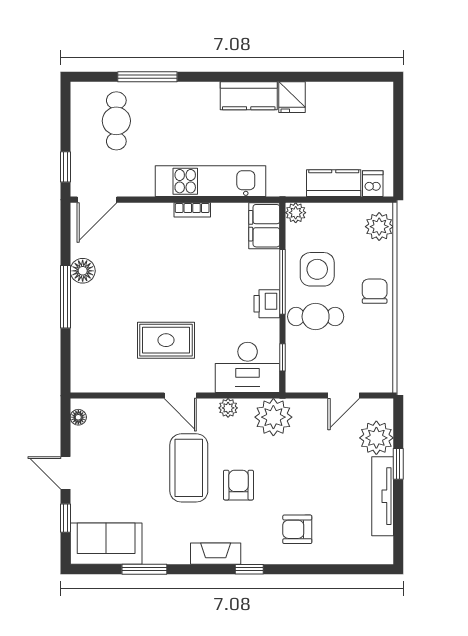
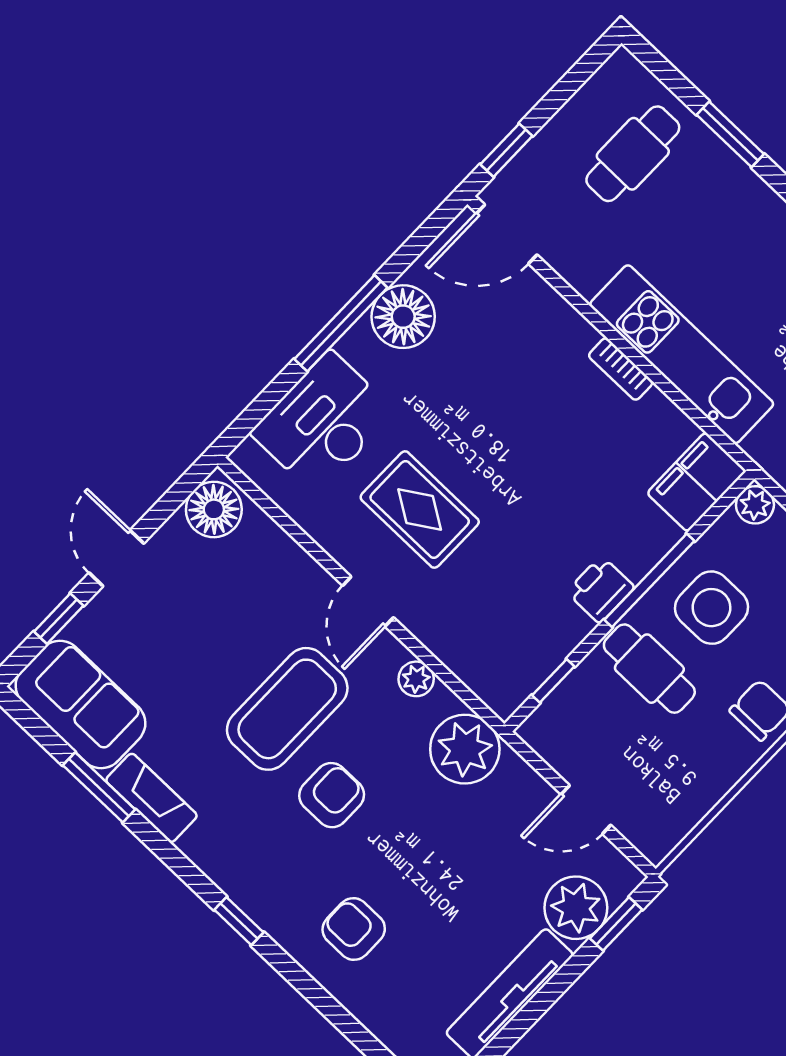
window: (147, 77) -> (730, 134), width x0.69
floor lamp: (83, 271) -> (403, 317), width x1.38, depth x1.38
desk: (248, 367) -> (323, 422), moved, turned 90
floor lamp: (78, 417) -> (214, 509), width x1.89, depth x1.89
window: (398, 464) -> (616, 924), moved
fireplace: (216, 554) -> (151, 798), moved

